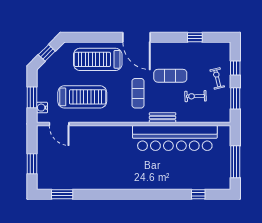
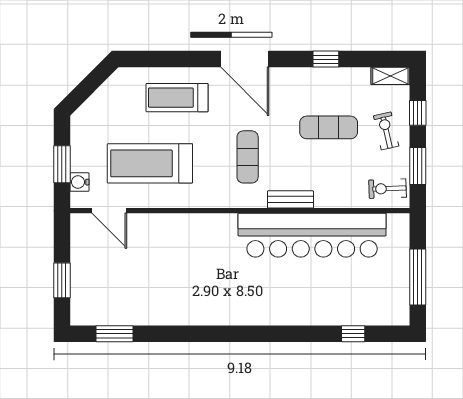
window: (195, 37) -> (326, 59), moved
shelving: (220, 47) -> (390, 76), added
window: (47, 53) -> (88, 86), removed
treadmill: (98, 59) -> (177, 98), width x0.73, depth x0.73
exercise mat: (170, 76) -> (329, 127), moved
exercise bike: (196, 96) -> (388, 189), moved
treadmill: (82, 97) -> (150, 163), turned 180

